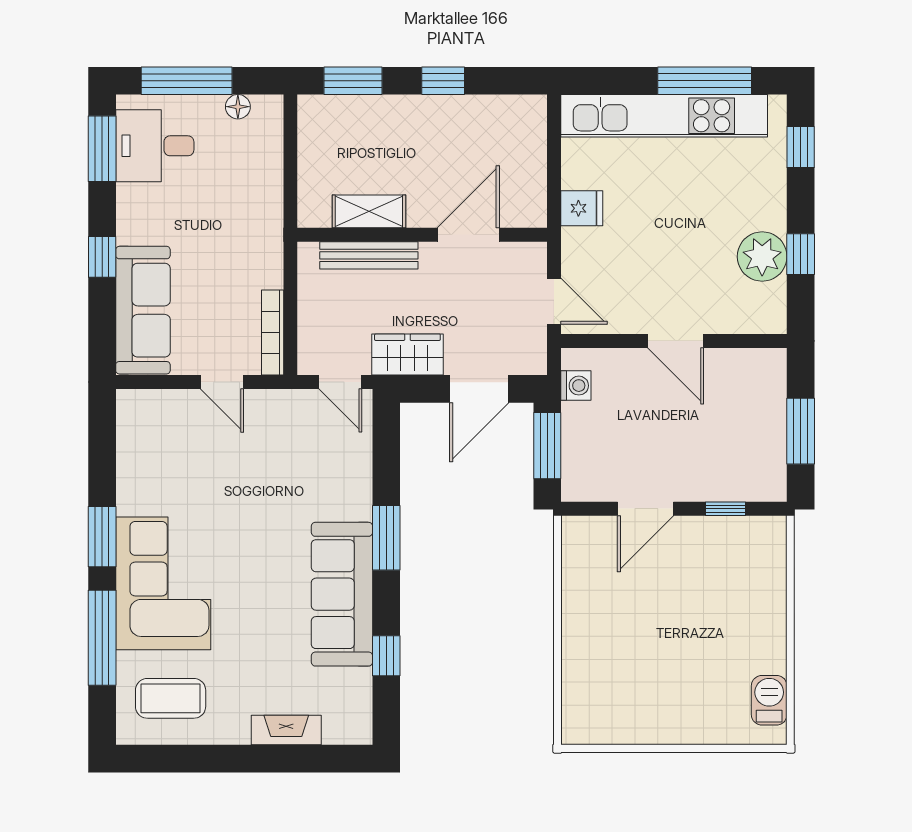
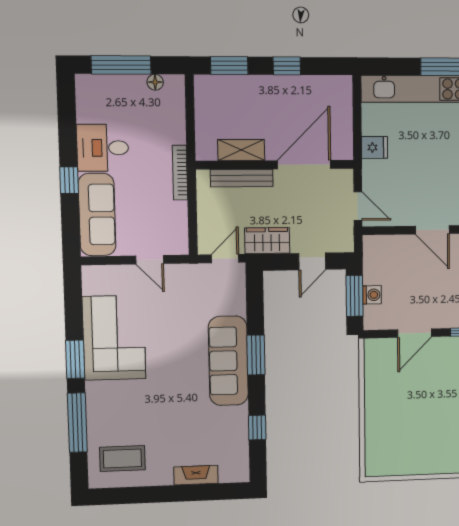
desk: (155, 146) -> (103, 148), moved
window: (102, 149) -> (67, 110), removed
door: (468, 235) -> (304, 165), width x1.36
bookcase: (273, 333) -> (180, 173), moved
door: (340, 382) -> (225, 259), swing flipped
washing machine: (576, 386) -> (372, 295), moved
door: (479, 389) -> (312, 261), width x0.73
corner sofa: (163, 583) -> (114, 338), moved
sofa: (342, 594) -> (228, 361), moved

